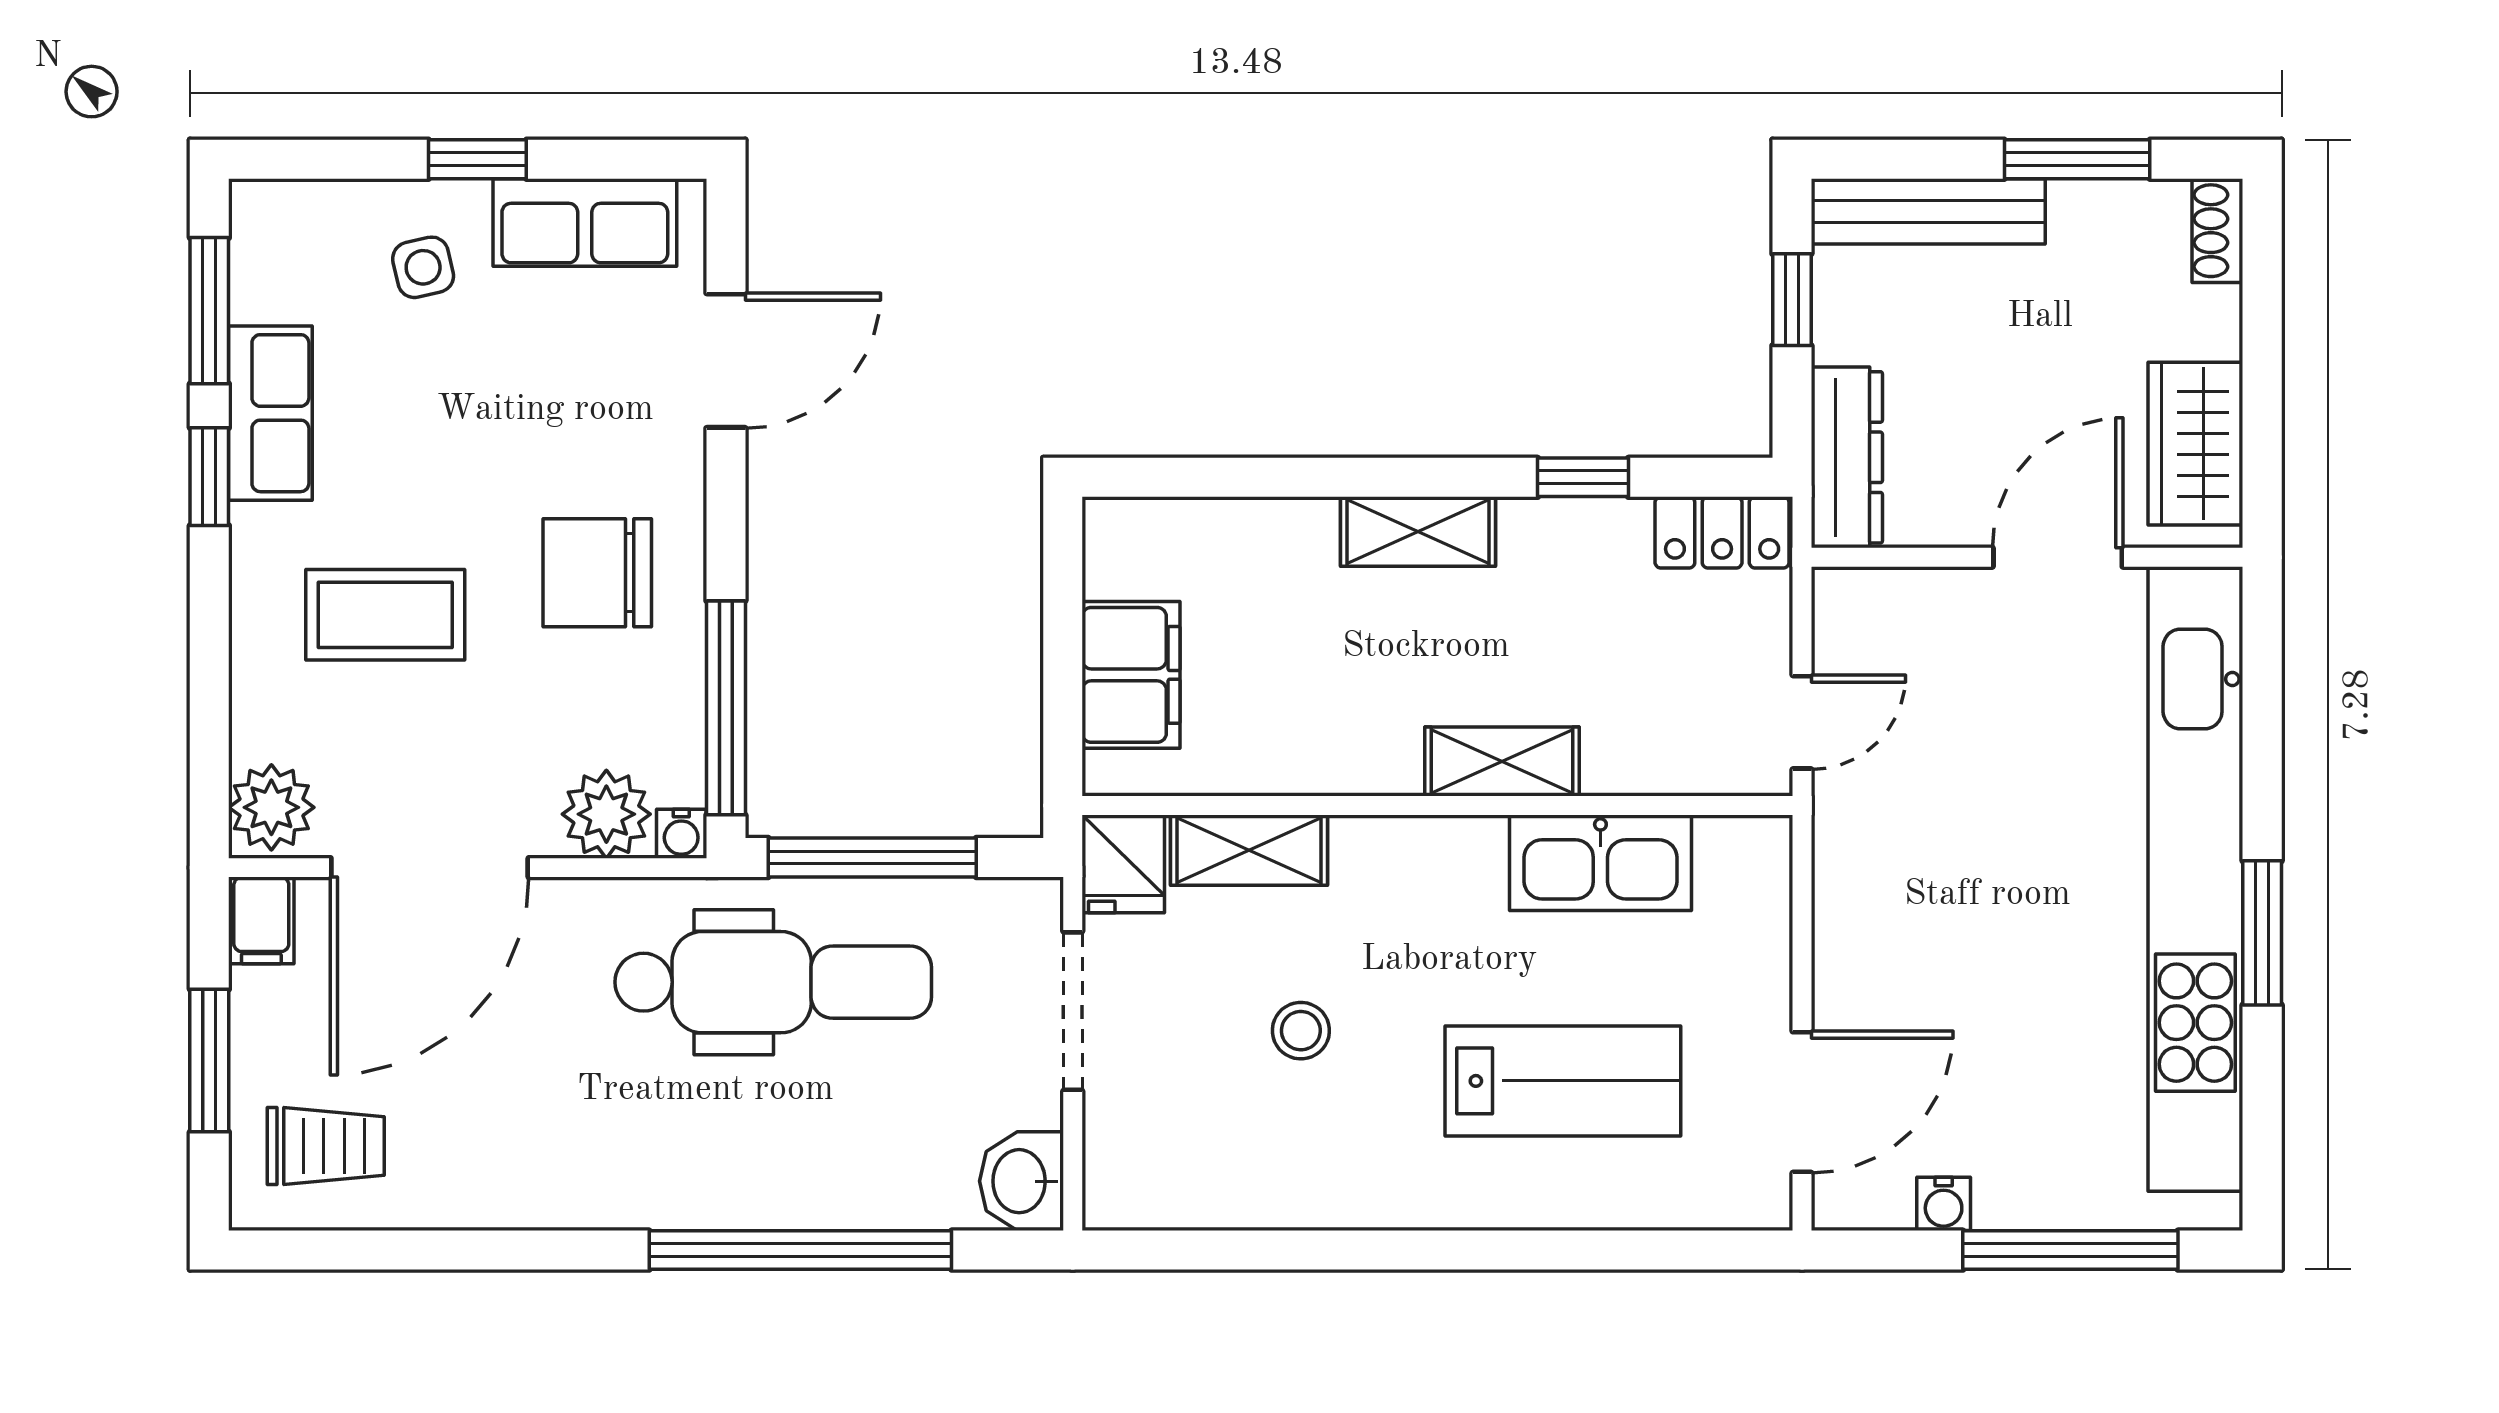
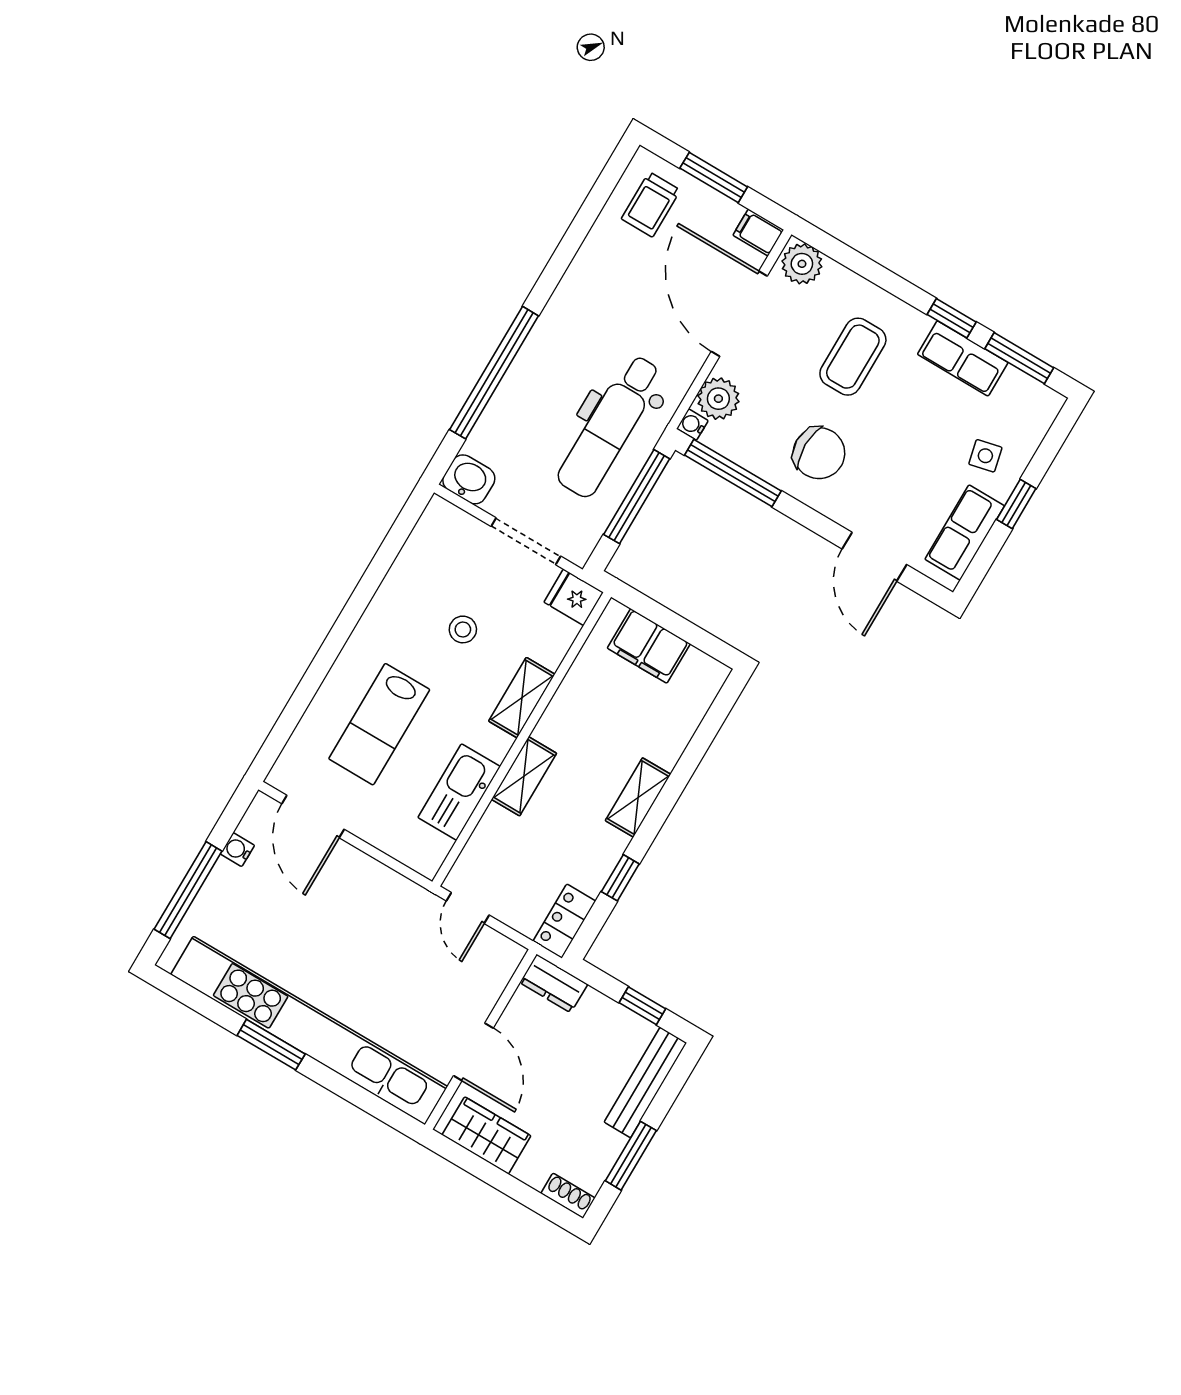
dresser: (1847, 457) -> (554, 983), width x0.70
chair: (597, 573) -> (819, 453), turned 90
shelving: (1249, 850) -> (522, 698), moved

